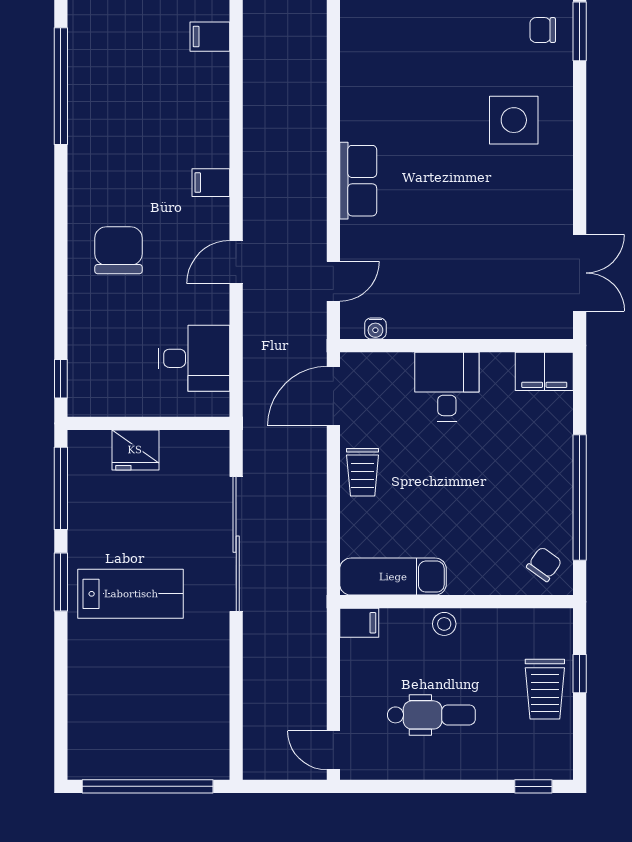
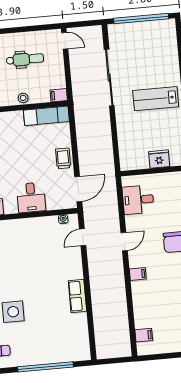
row of seats: (358, 181) -> (77, 296), moved
sliding door: (236, 544) -> (109, 78), moved
dental chair: (431, 715) -> (25, 59), turned 180

